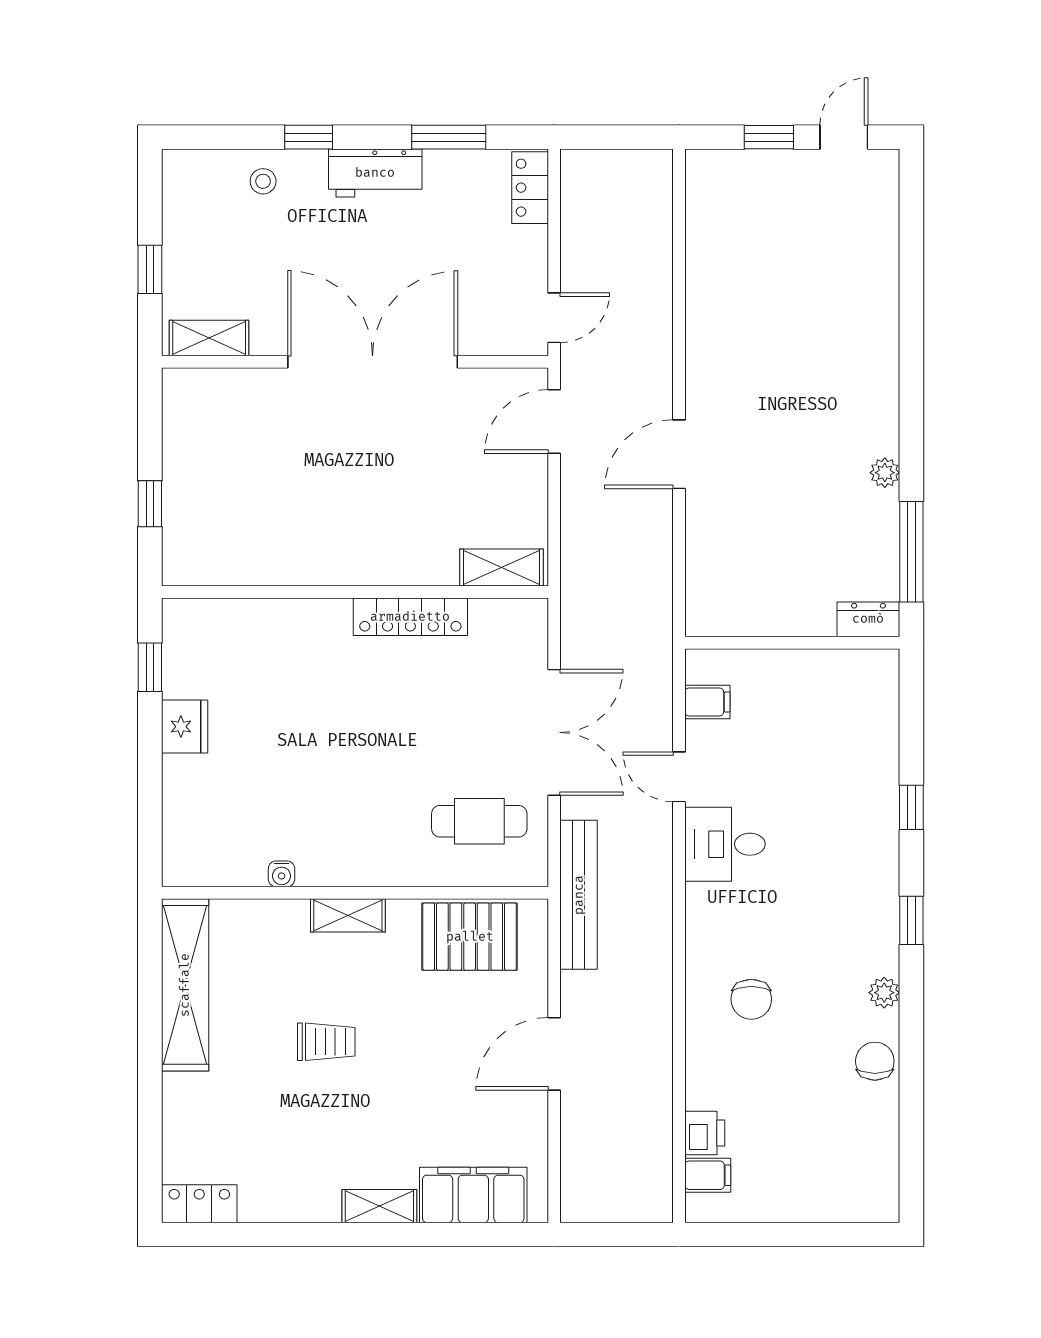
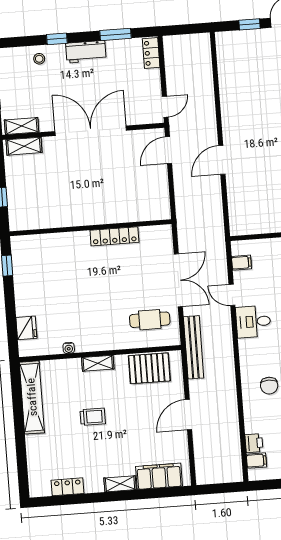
shelving: (501, 568) -> (24, 146), moved
fridge: (185, 727) -> (26, 328), moved
locker: (199, 1204) -> (68, 487), moved

